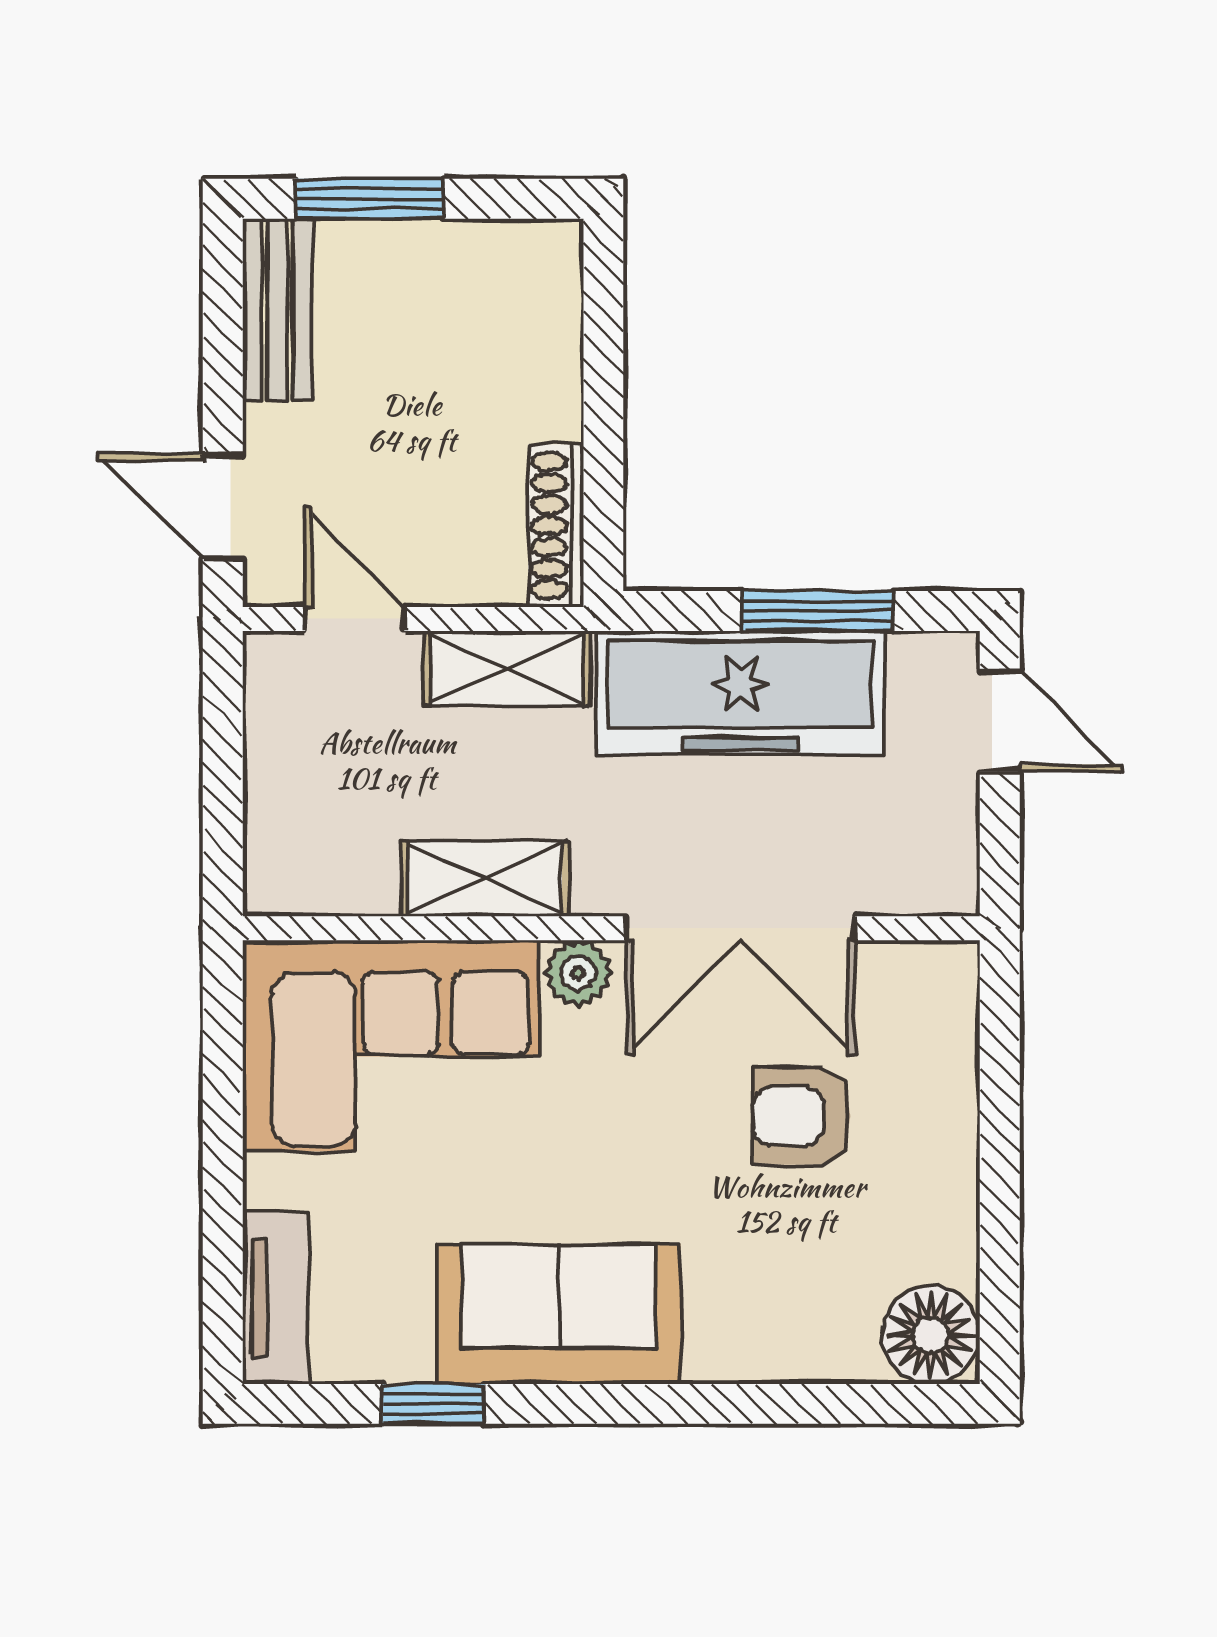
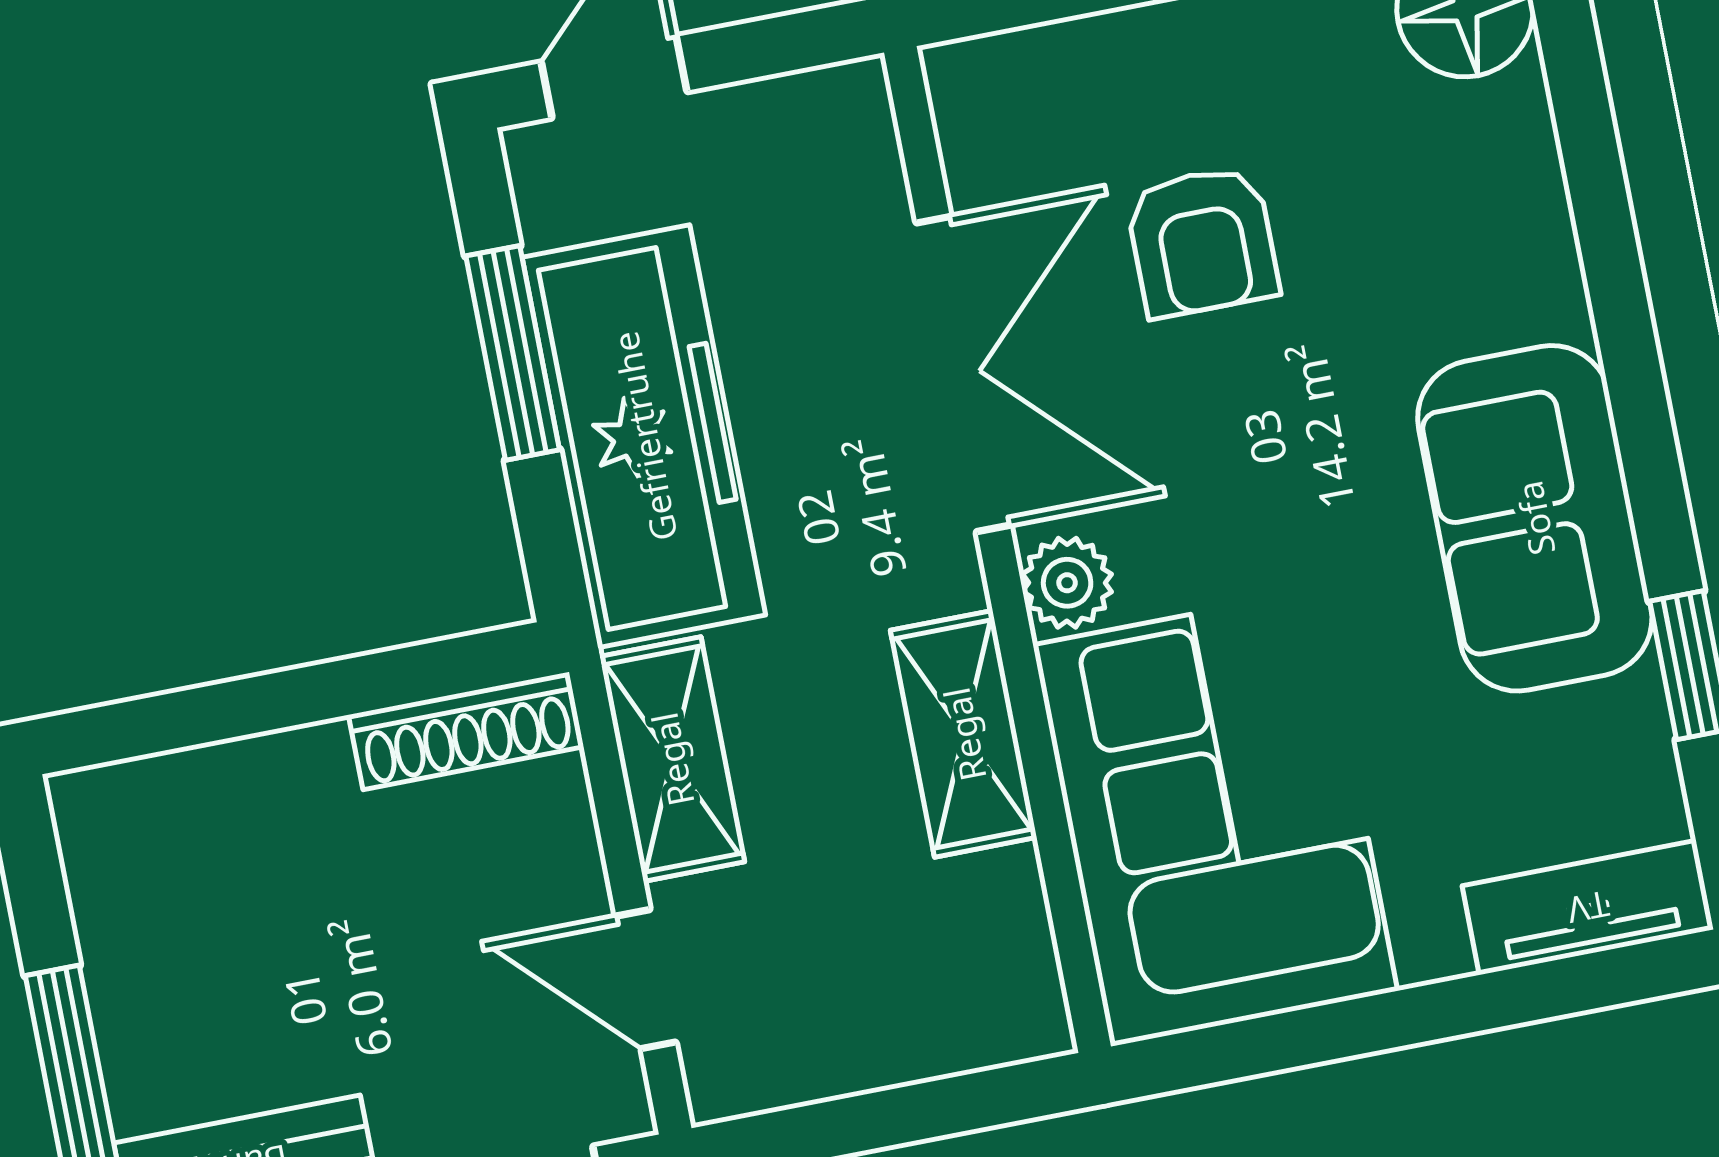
door: (355, 619) -> (646, 979), hinge flipped

